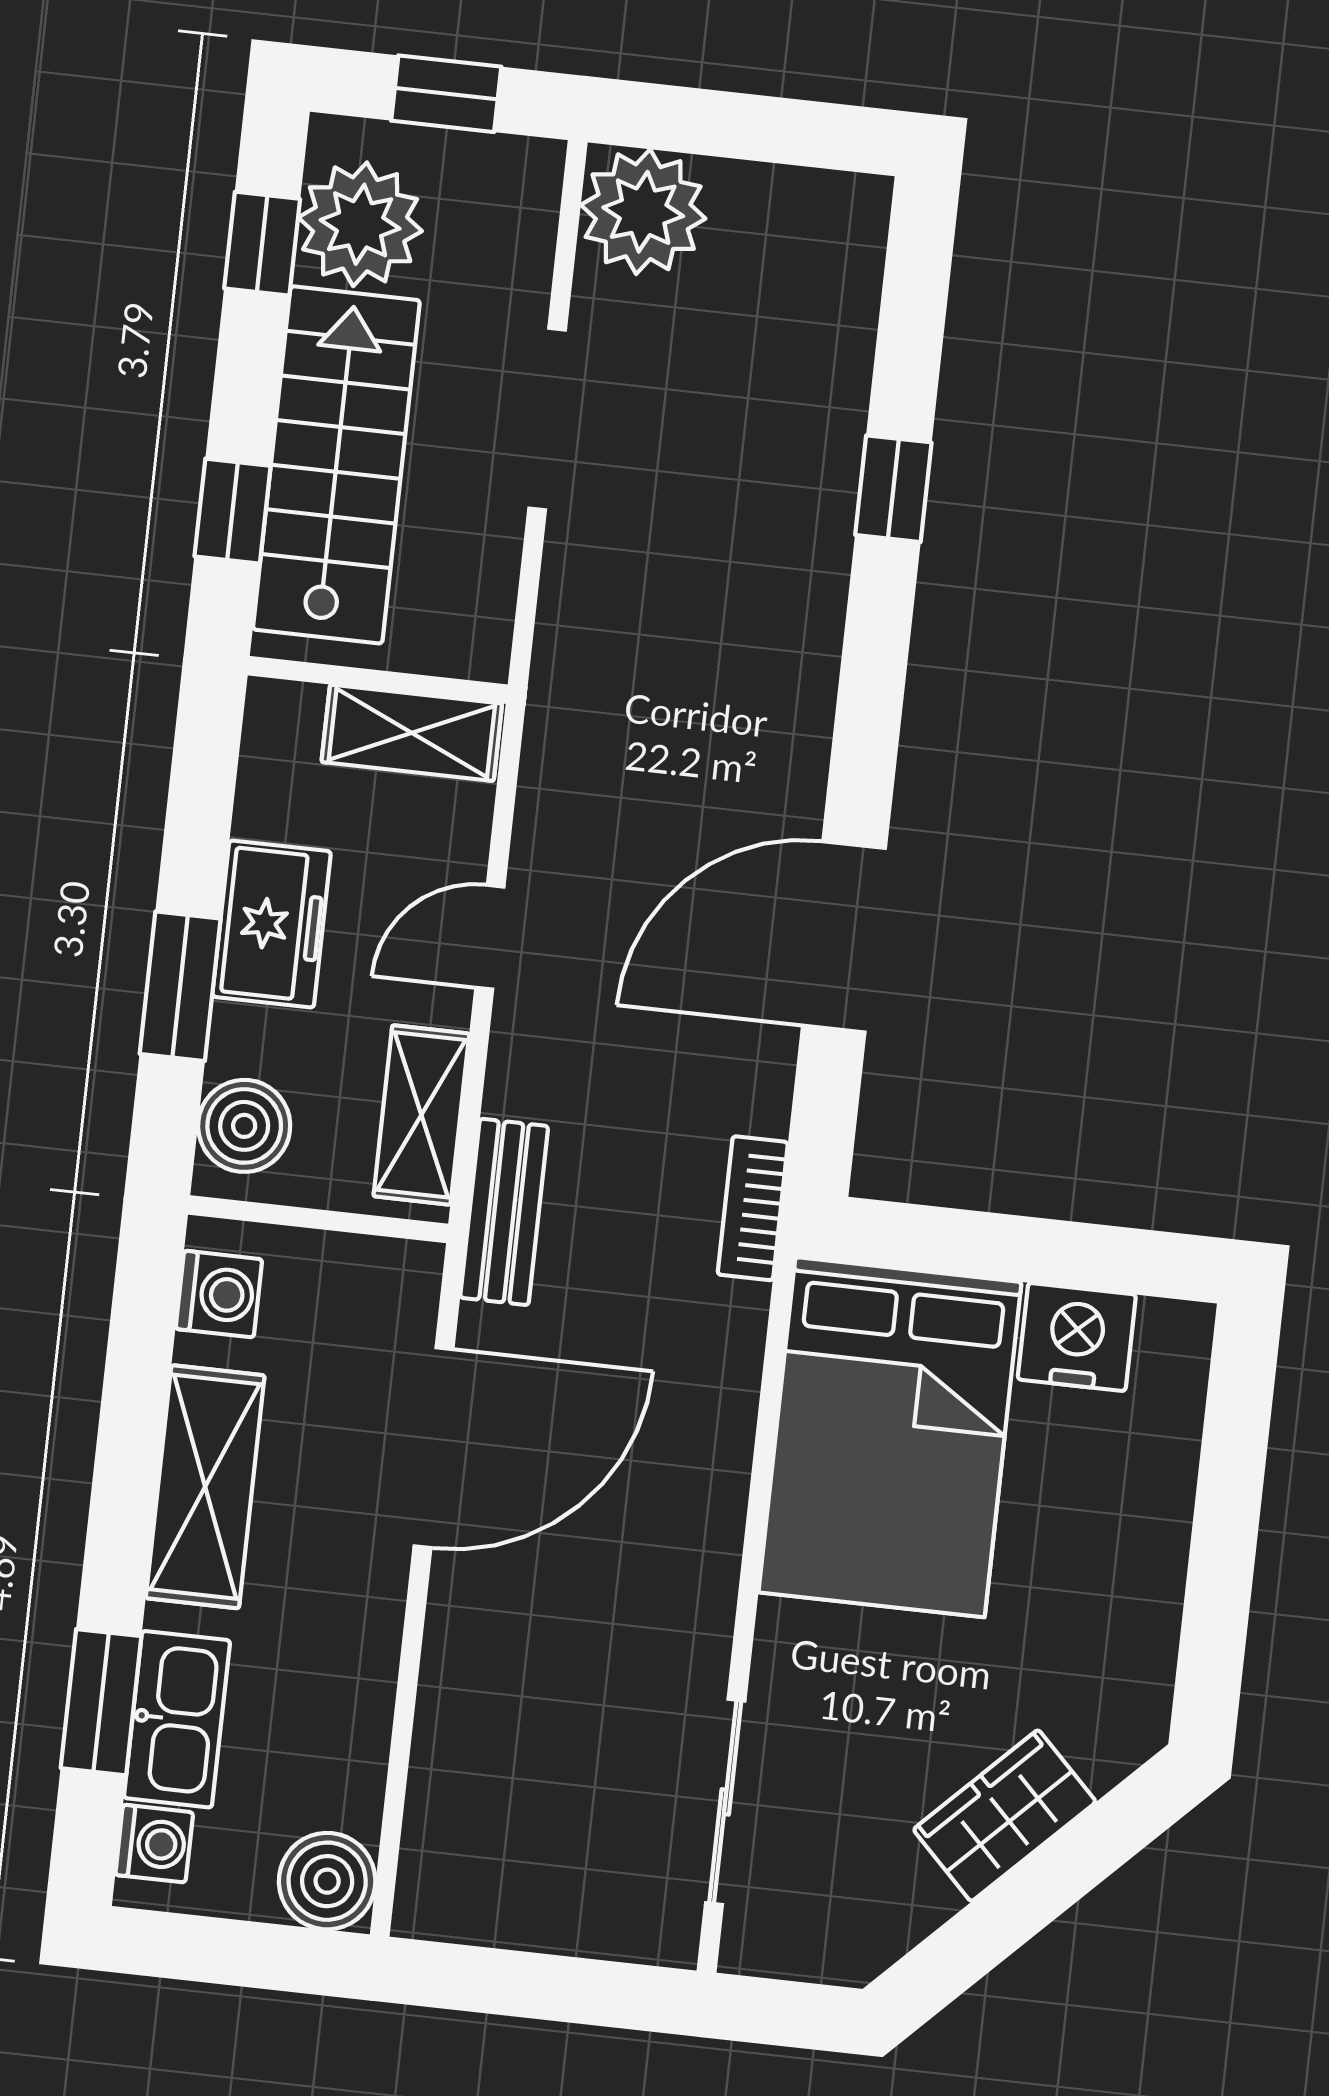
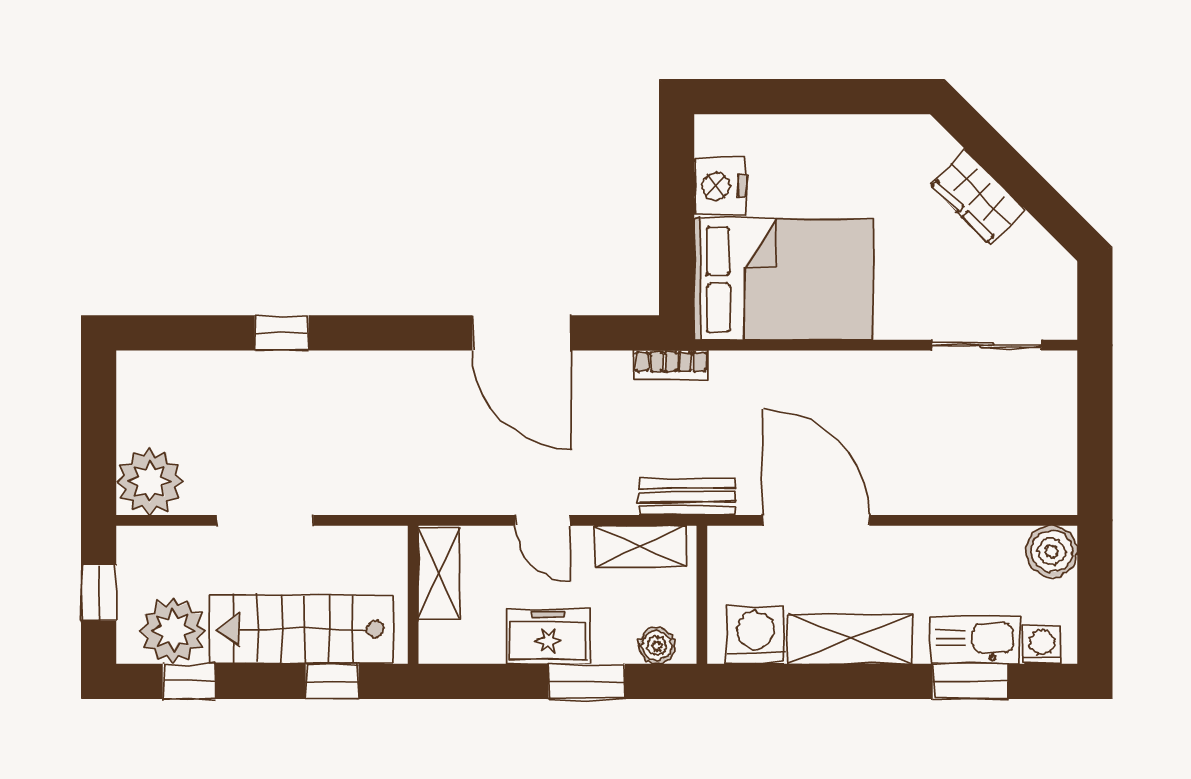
boiler: (244, 1126) -> (657, 646), width x0.73, depth x0.73
washing machine: (219, 1294) -> (755, 635), width x1.38, depth x1.38

